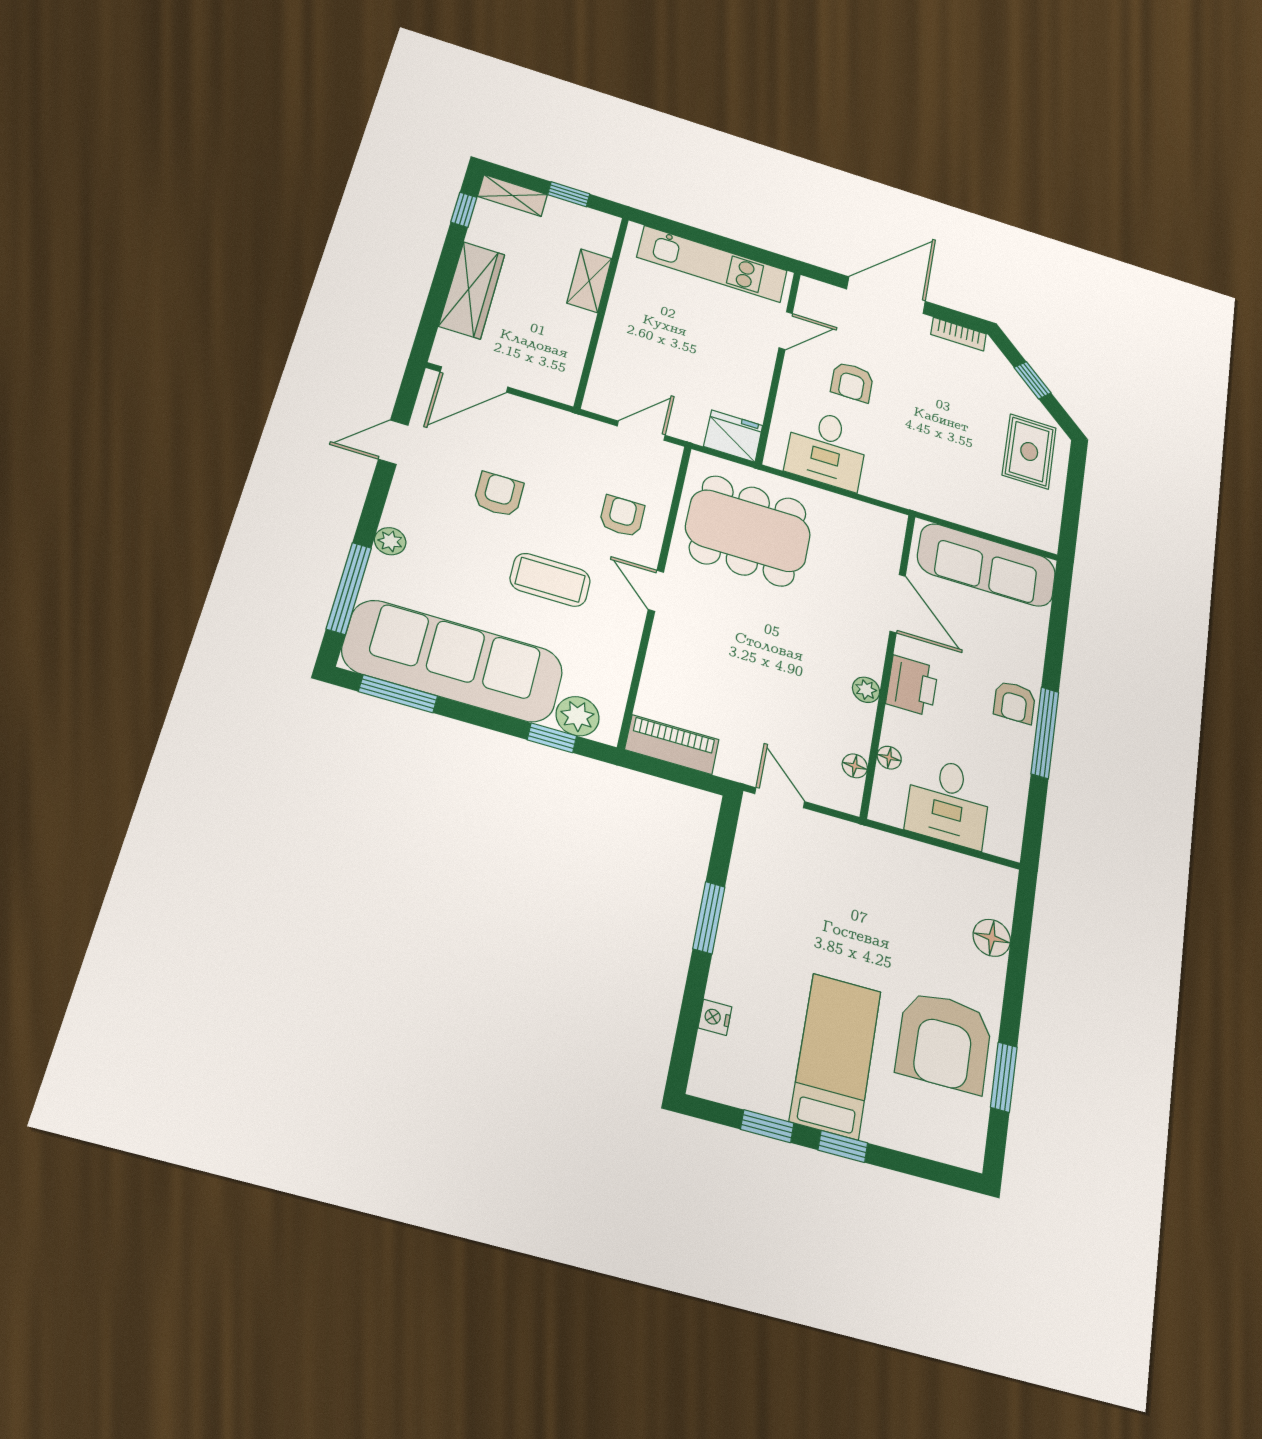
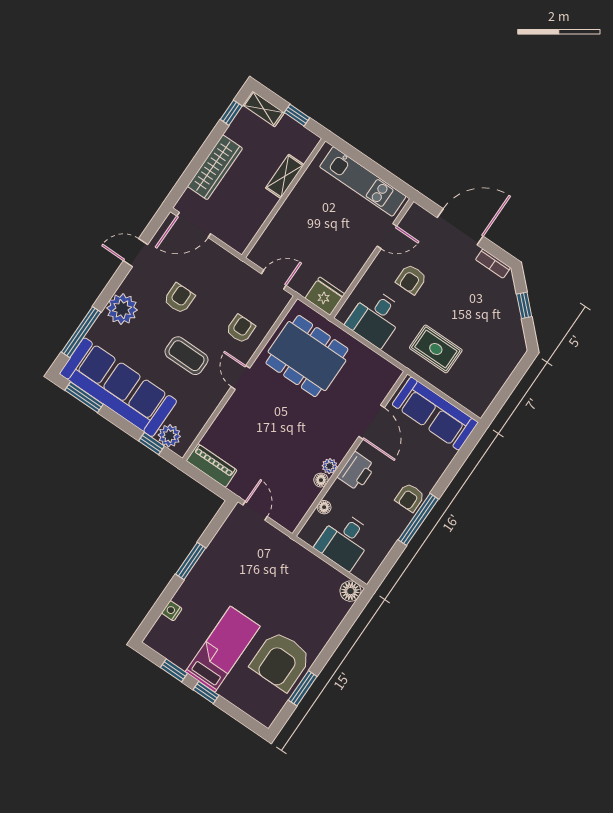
rug: (1029, 451) -> (436, 349), moved, turned 90
plant: (390, 541) -> (122, 309), width x1.87, depth x1.87
floor lamp: (855, 766) -> (321, 480), moved
floor lamp: (992, 938) -> (350, 591), moved

